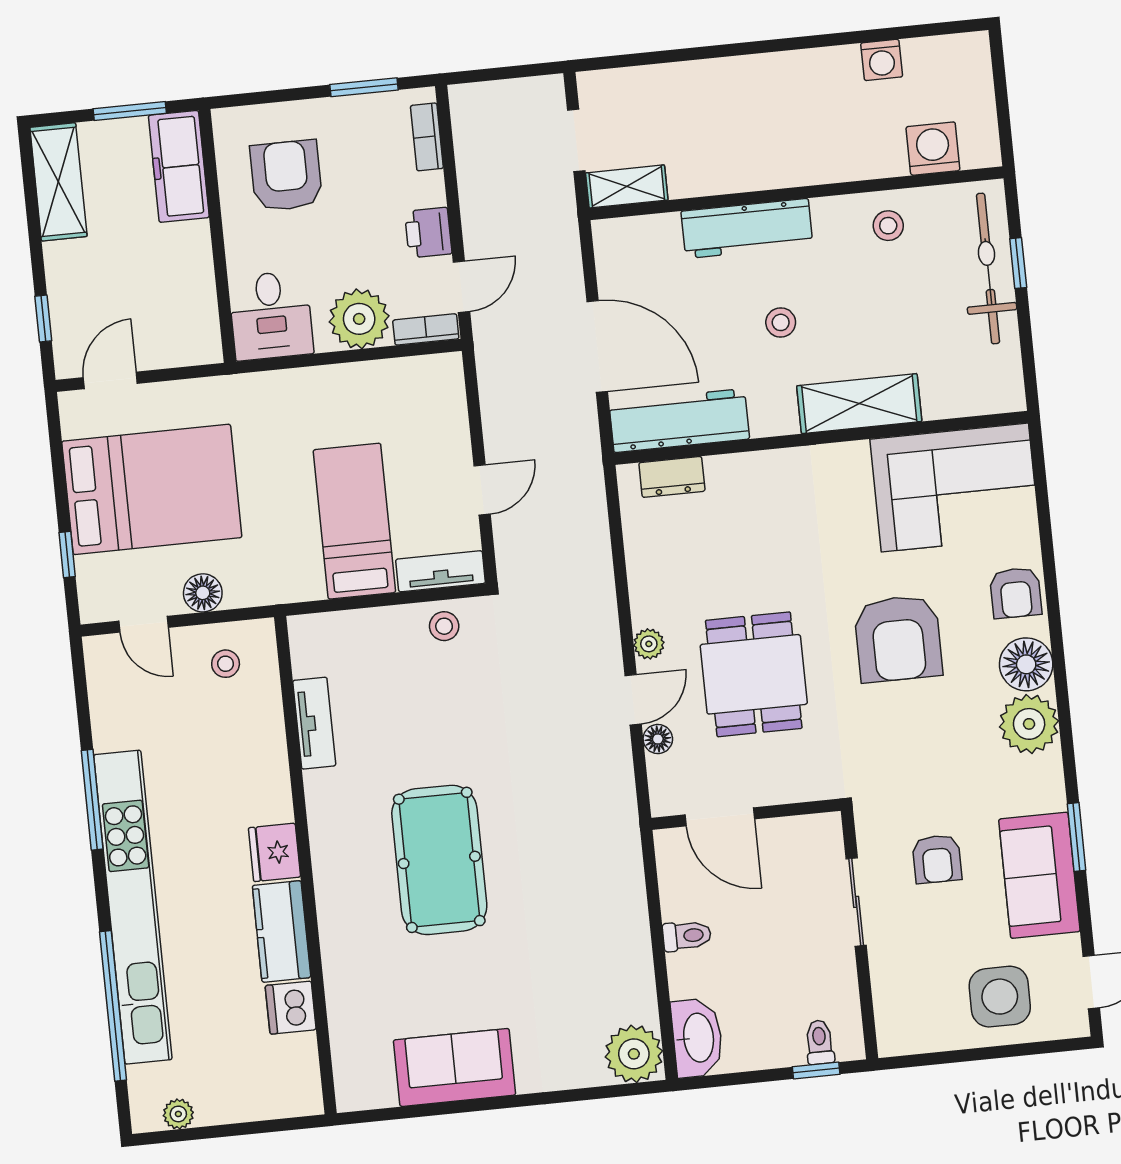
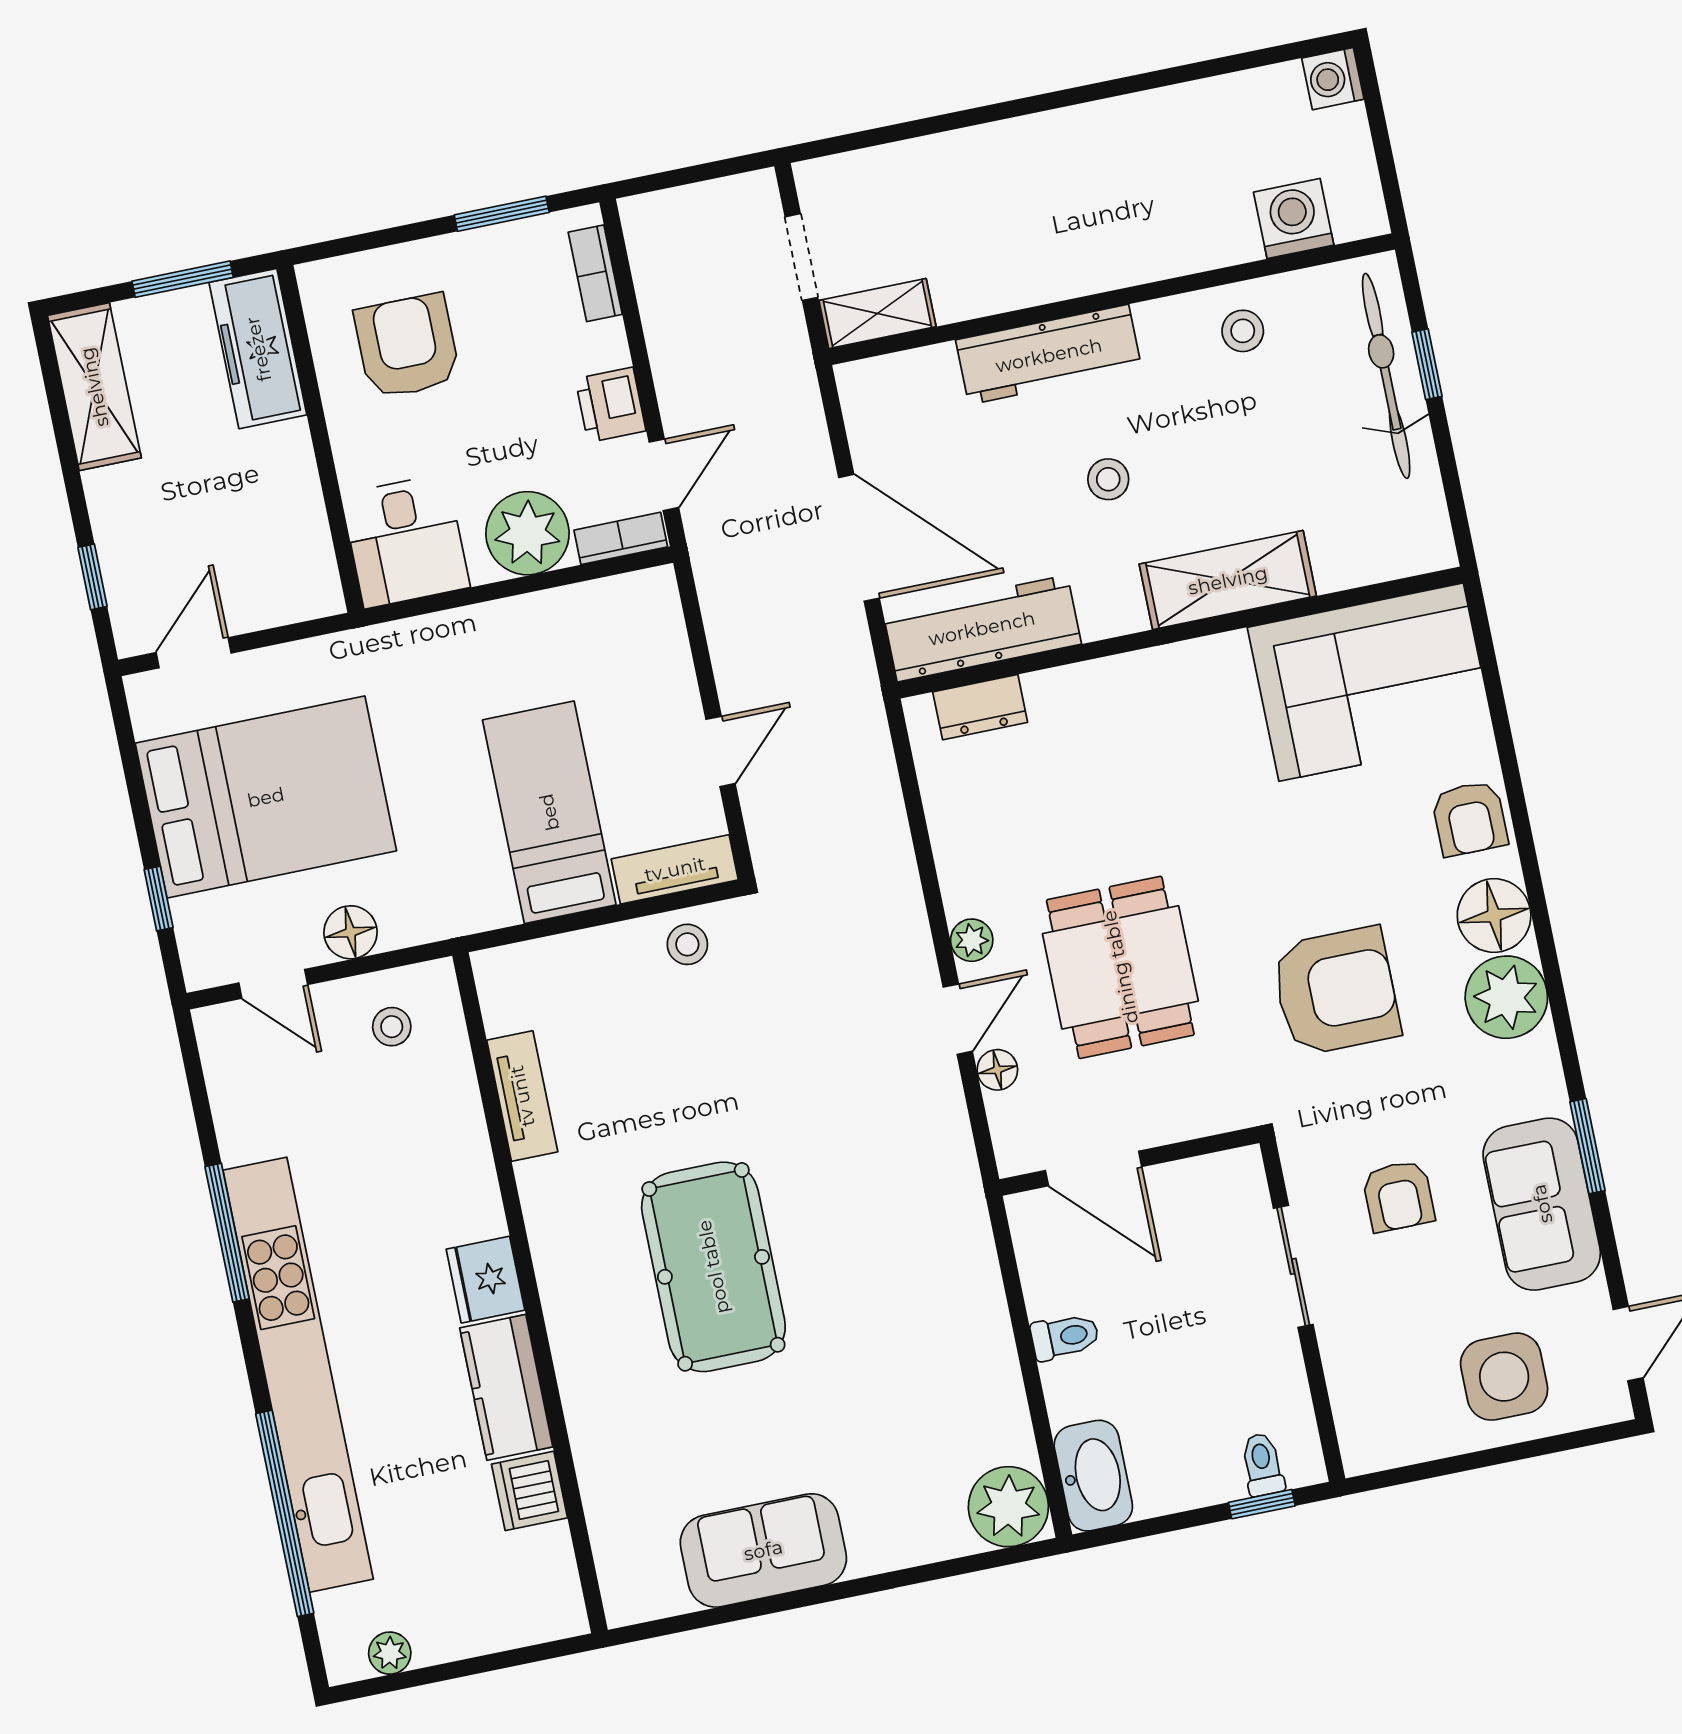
washing machine: (882, 60) -> (1333, 79), moved, turned 90
armchair: (898, 639) -> (1336, 991), moved, turned -90

